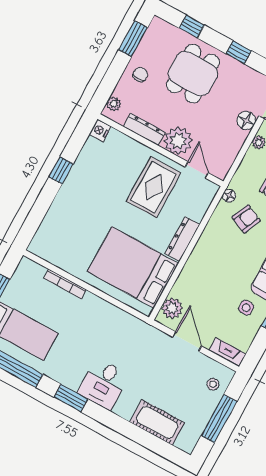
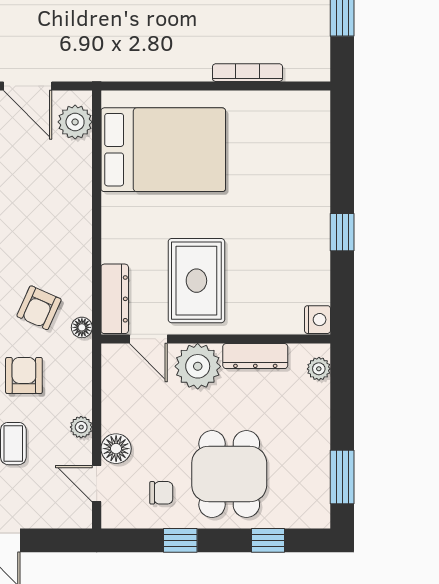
chair: (140, 75) -> (161, 493), moved, turned -90
dresser: (182, 239) -> (115, 299), moved

